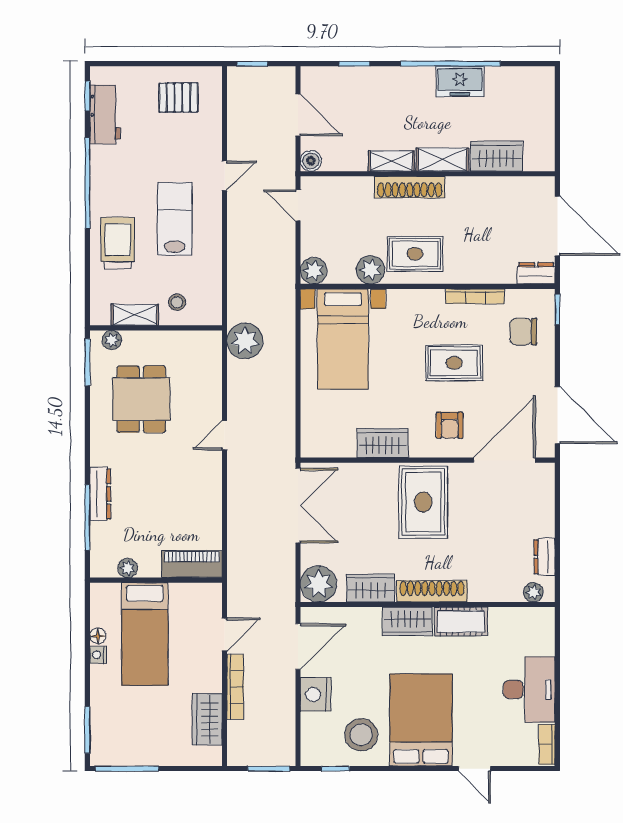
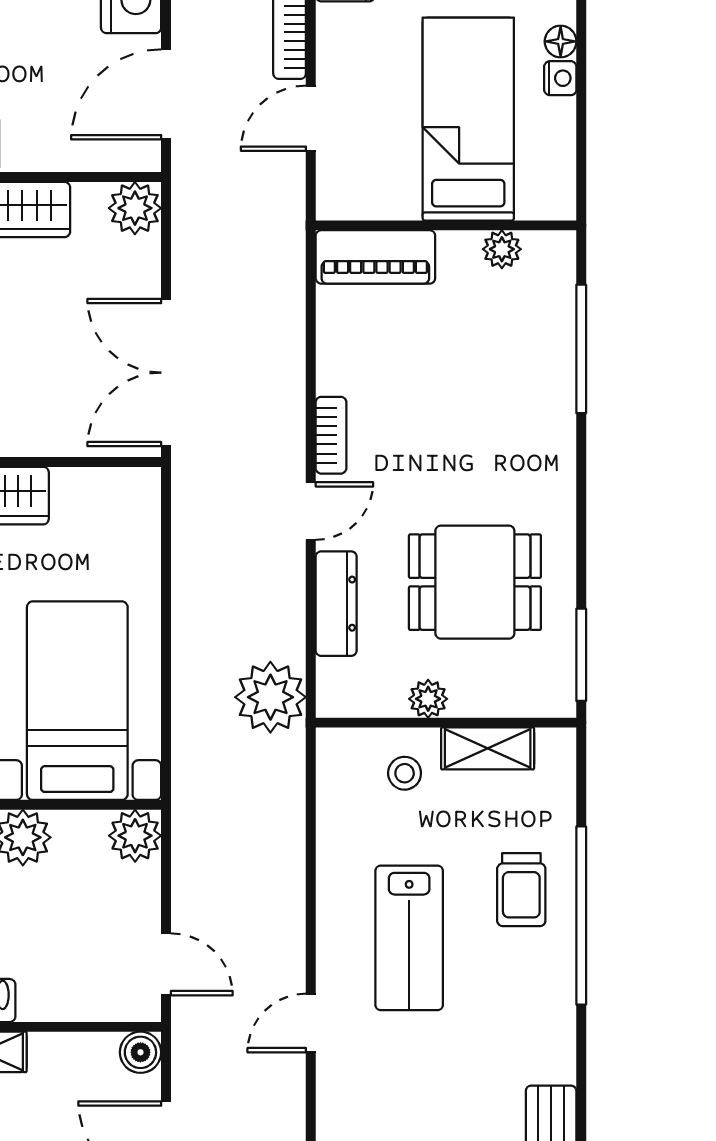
window: (87, 183) -> (581, 915), moved
trolley: (118, 243) -> (521, 890), width x0.73, depth x0.72
plant: (112, 340) -> (428, 699), moved
dining table: (141, 399) -> (475, 582), turned 90
bookcase: (214, 474) -> (331, 435), added
dresser: (100, 494) -> (336, 604), moved, turned 180
plant: (319, 584) -> (135, 208), width x0.73, depth x0.73
floor lamp: (98, 636) -> (561, 41), moved

